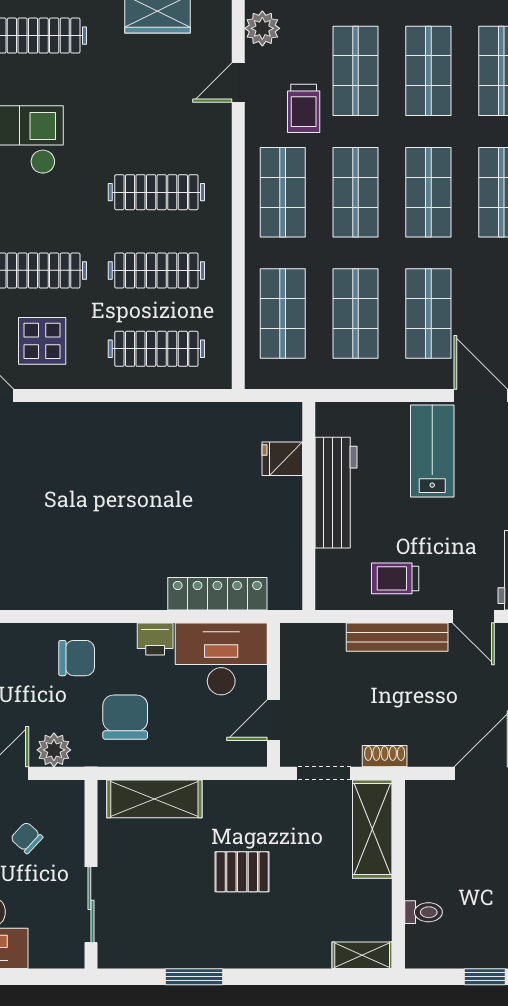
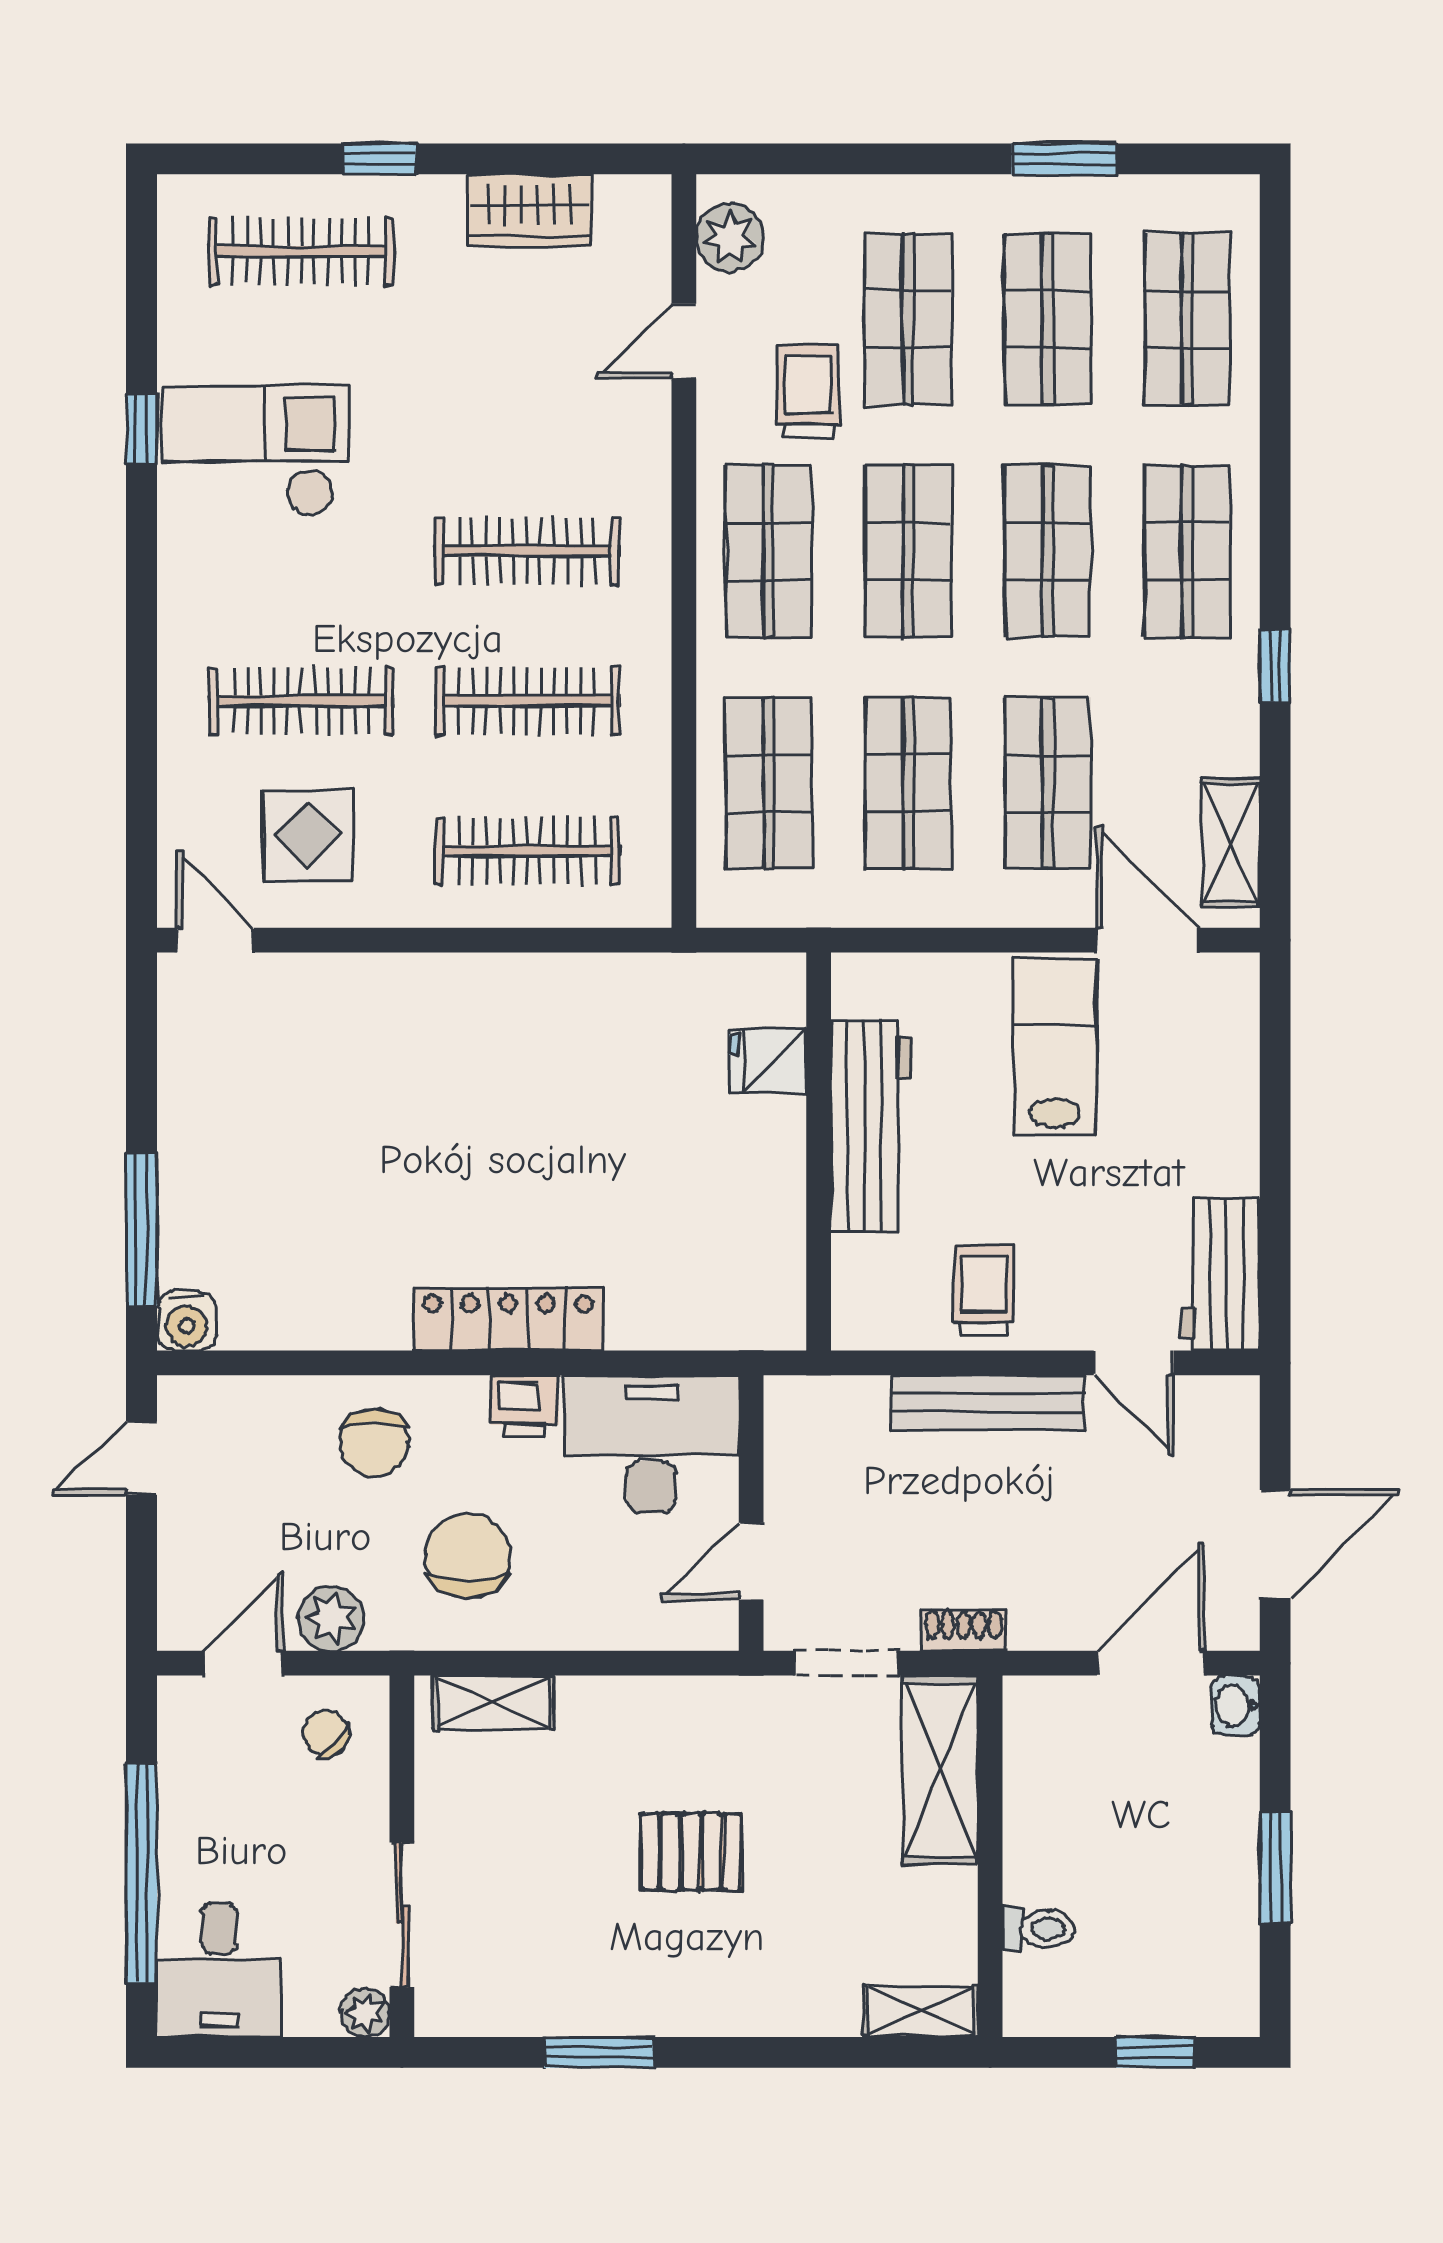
trolley: (304, 108) -> (809, 391), turned 180
trolley: (395, 578) -> (984, 1290), turned 90
locker: (217, 594) -> (508, 1319), moved
chair: (77, 658) -> (374, 1443), turned 90
shelving: (154, 799) -> (493, 1703), width x0.67, depth x0.75
chair: (27, 838) -> (326, 1734), moved
plant: (72, 956) -> (365, 2013), added

